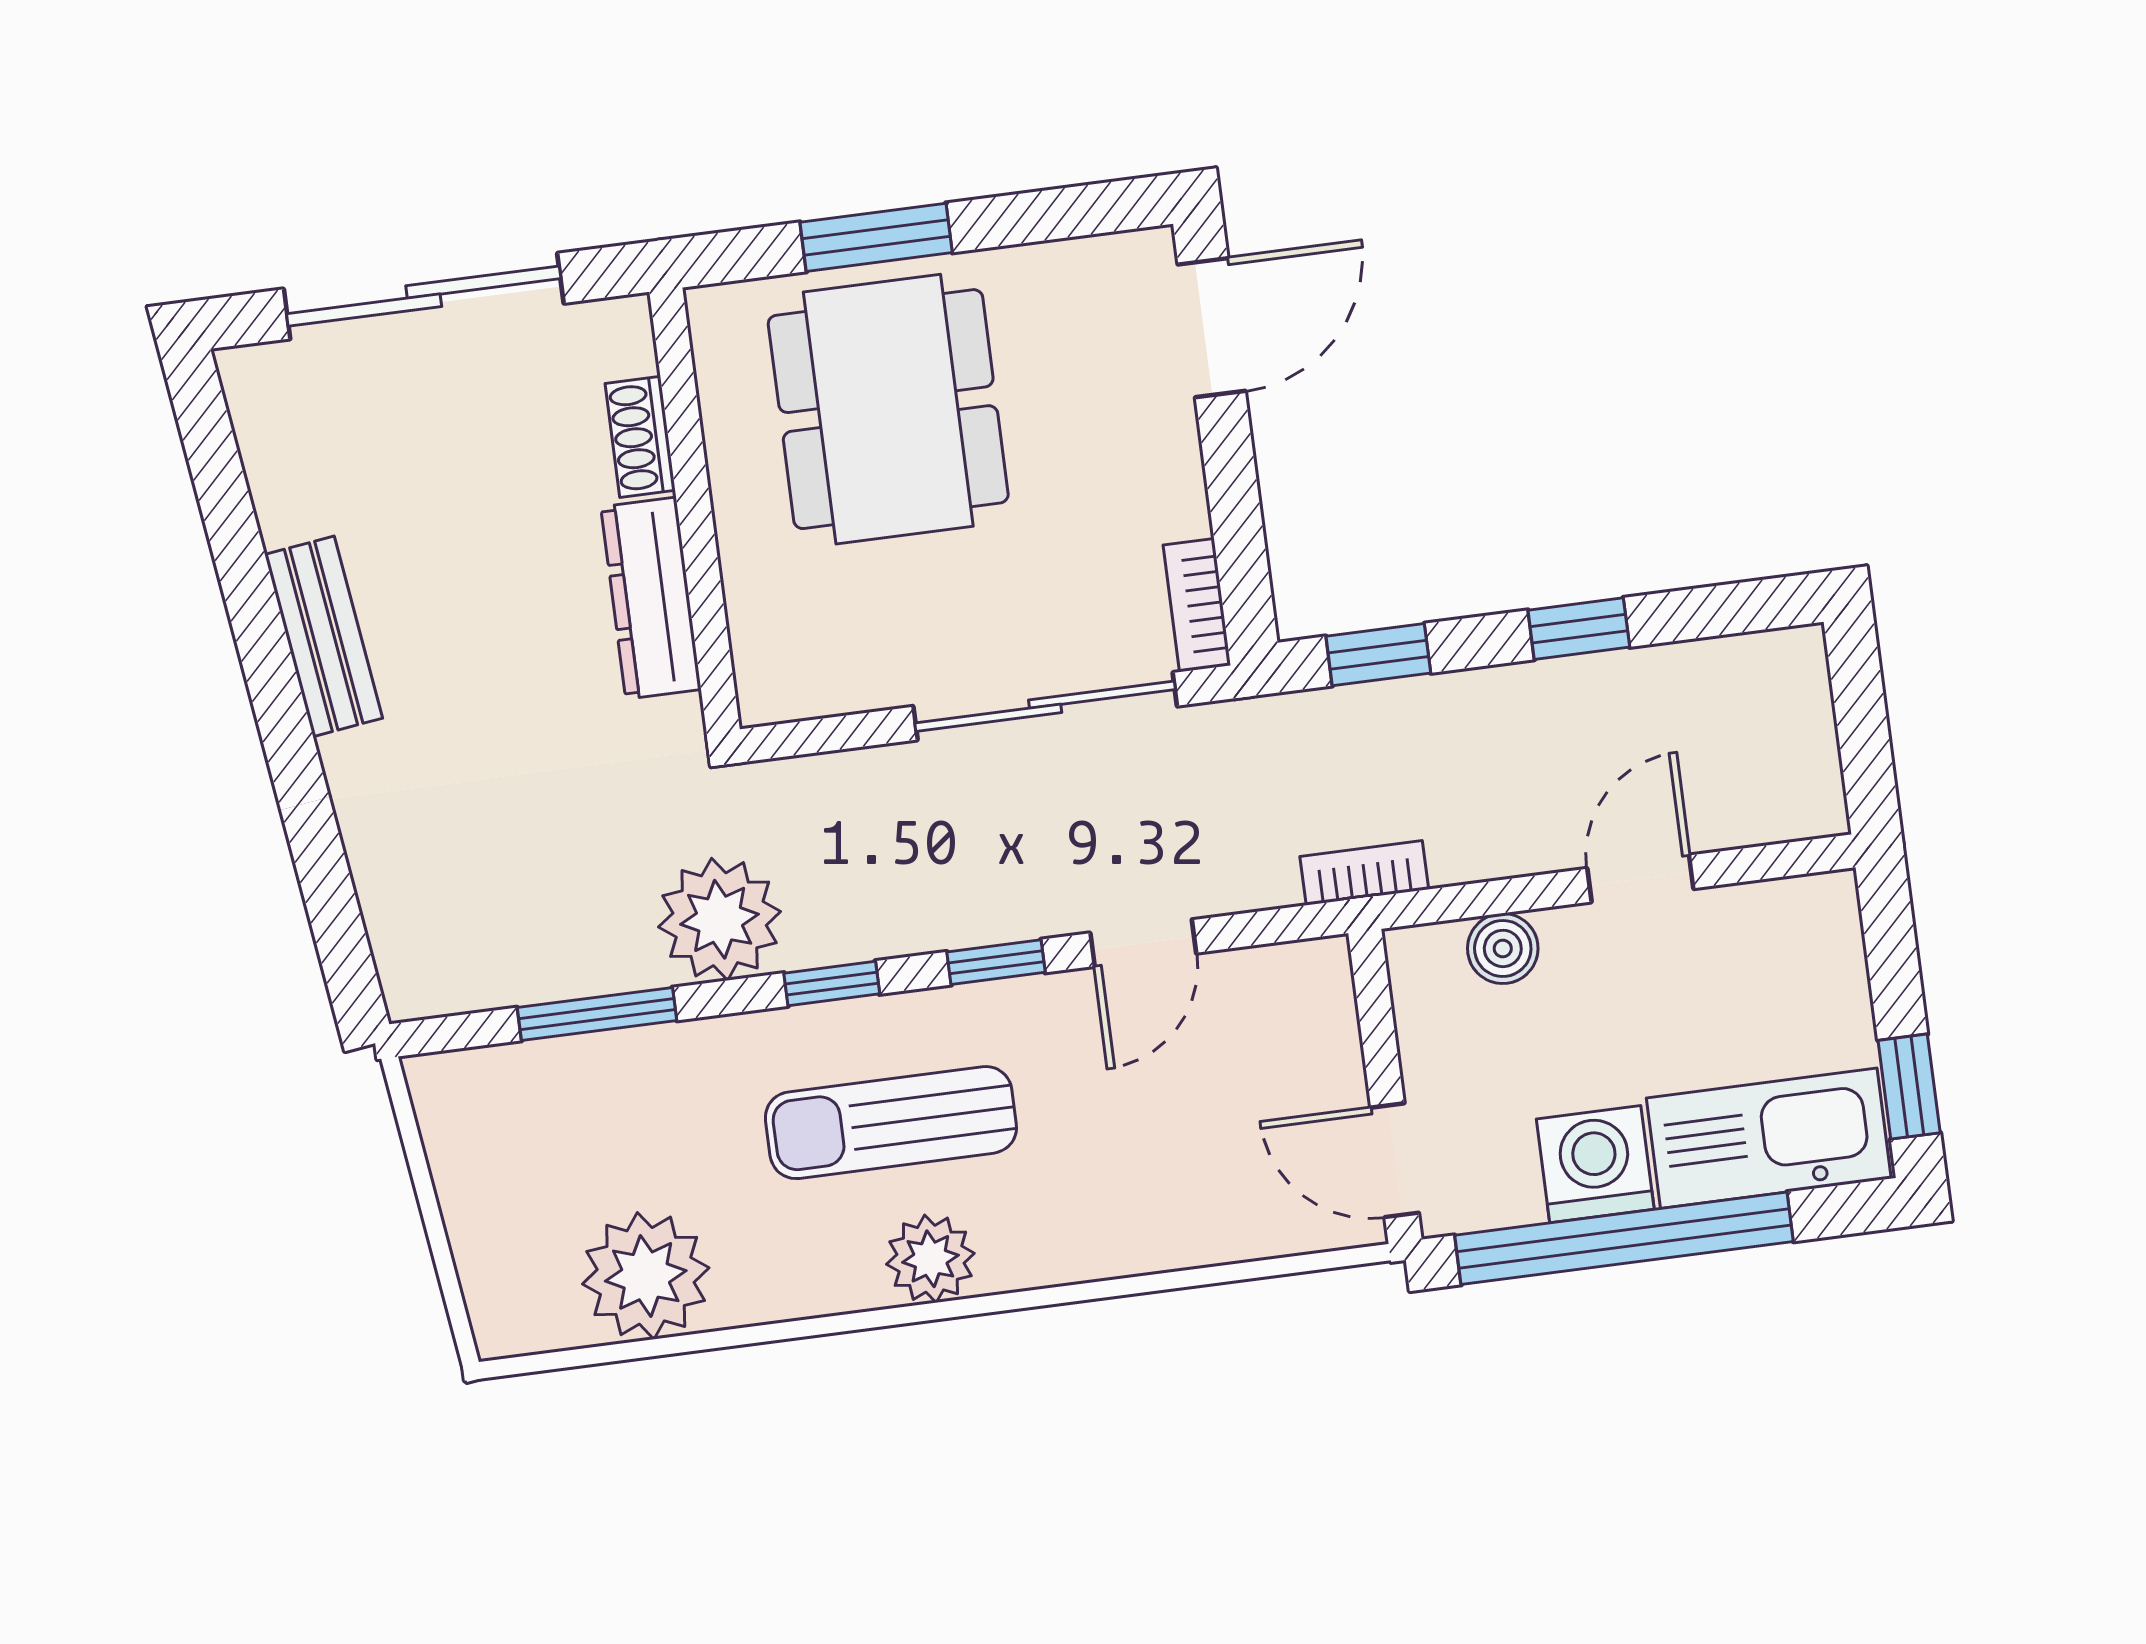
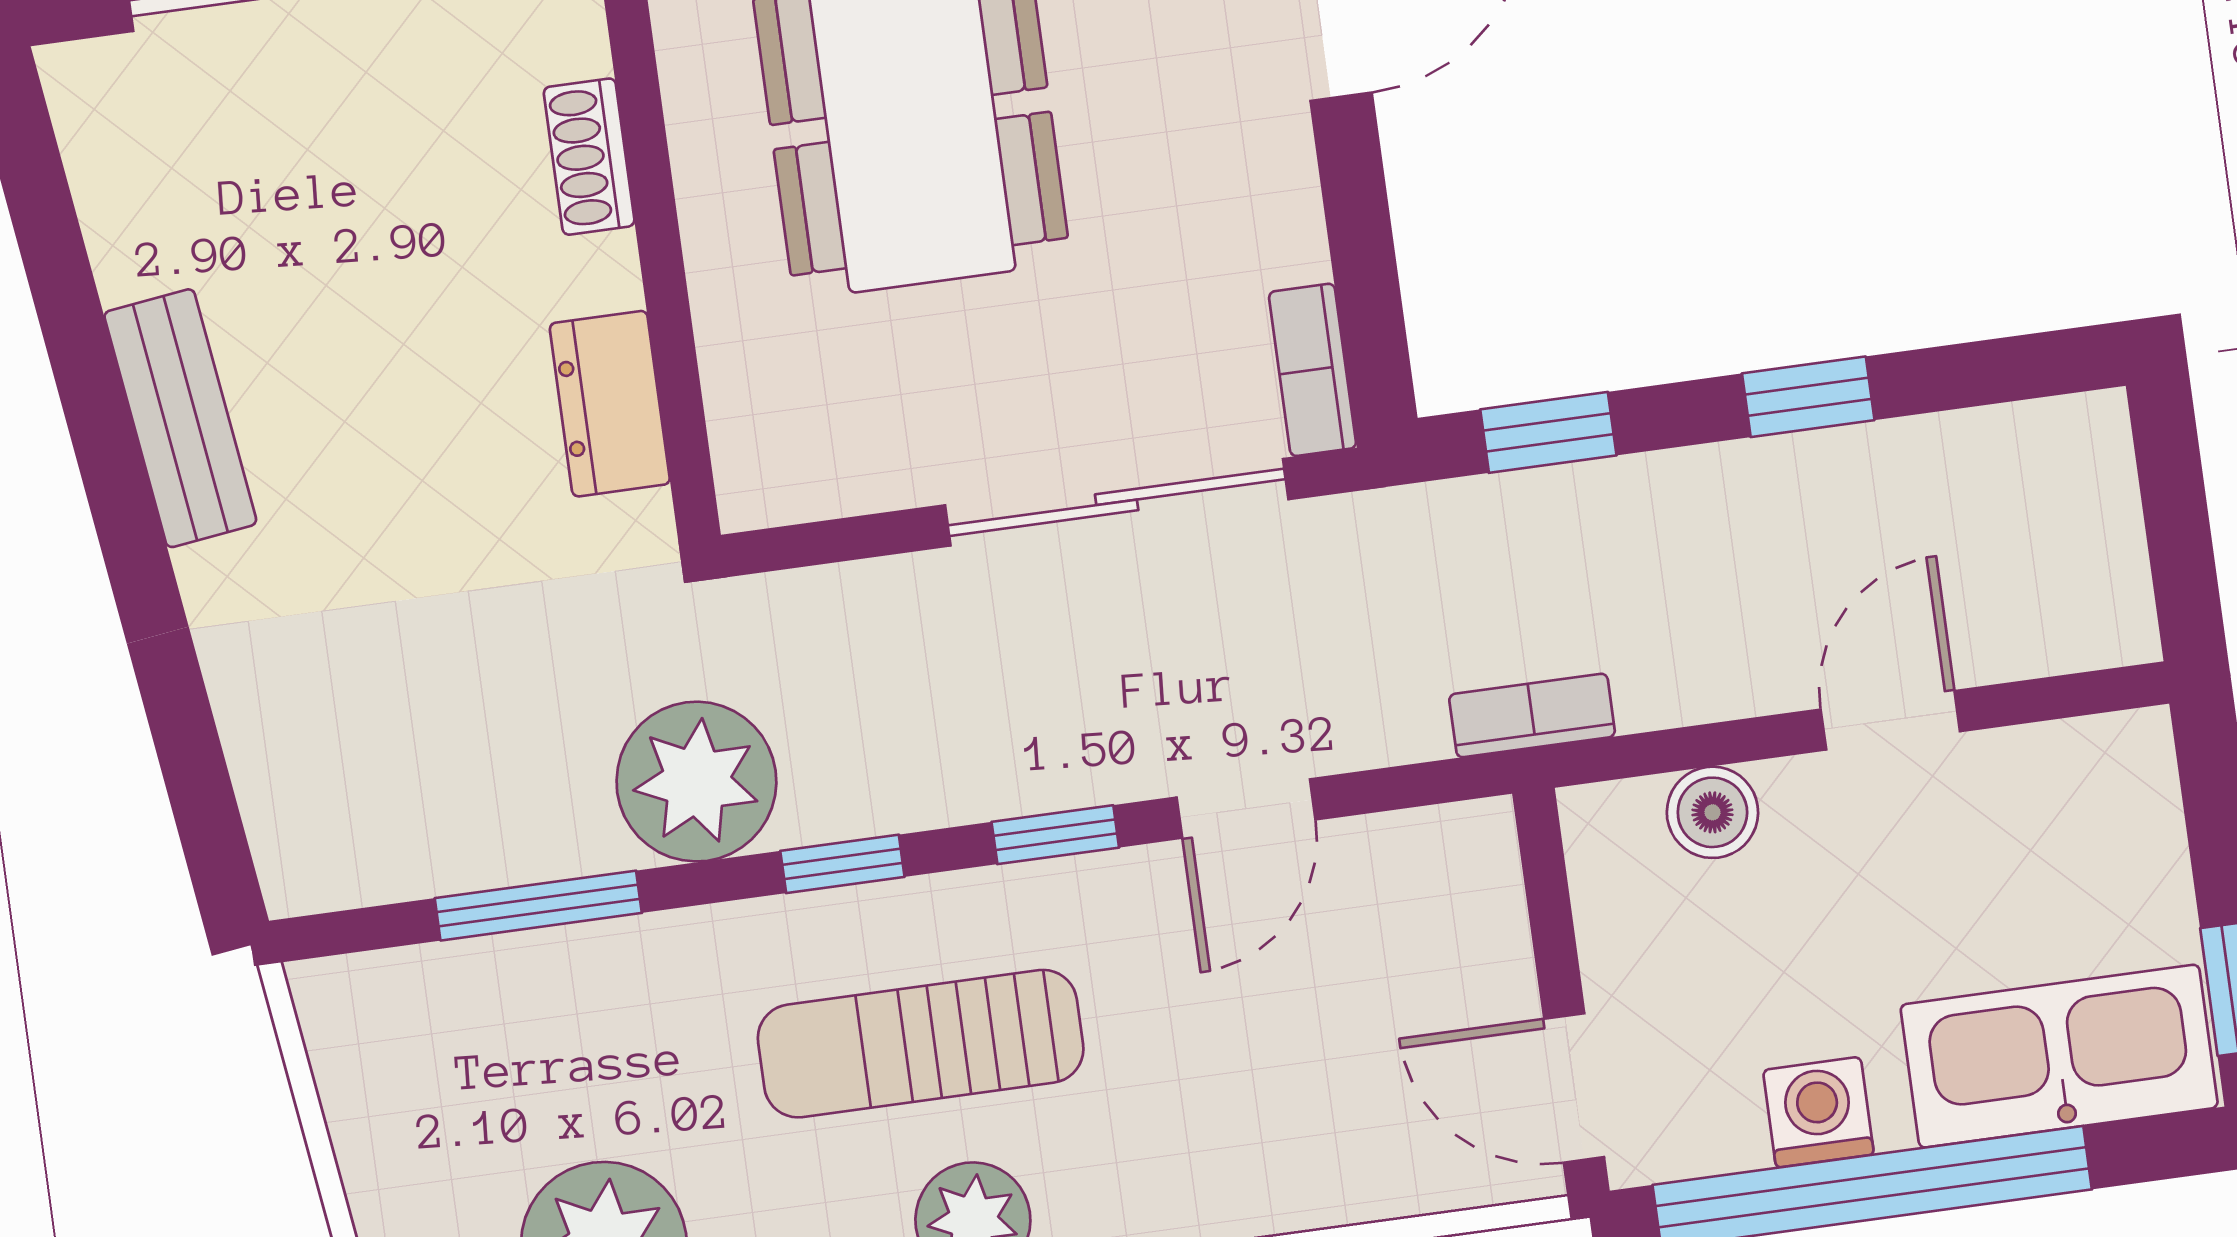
dresser: (651, 598) -> (610, 404), width x0.70
washing machine: (1595, 1164) -> (1818, 1112), width x0.73, depth x0.73

